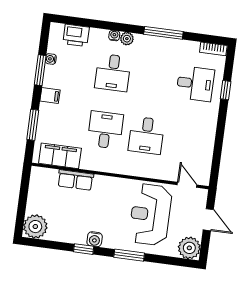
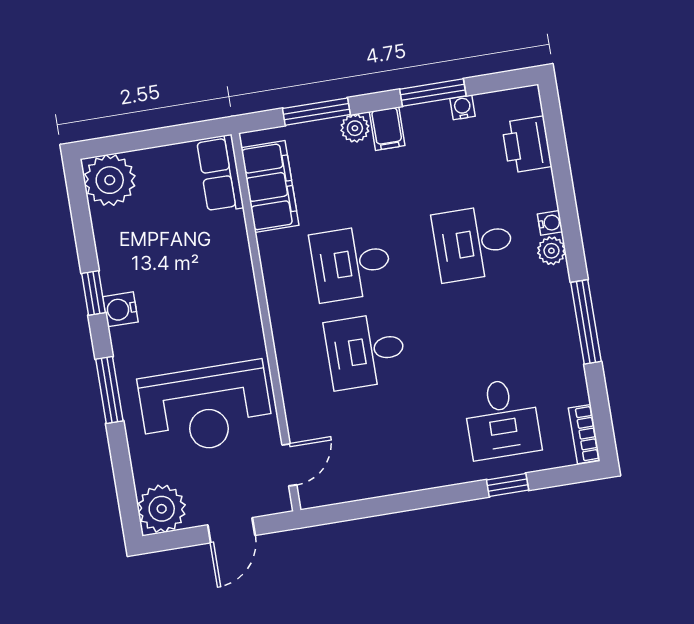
plant: (45, 110) -> (355, 128), added
desk: (105, 130) -> (351, 263), turned 180
row of seats: (75, 180) -> (220, 174), moved
reception desk: (150, 215) -> (206, 408), turned 180

